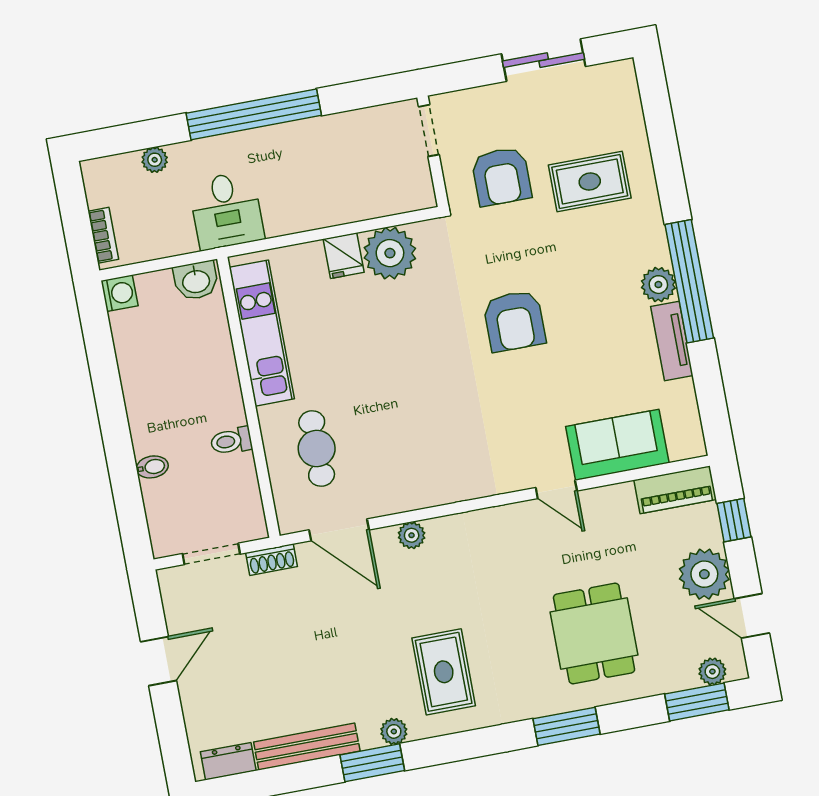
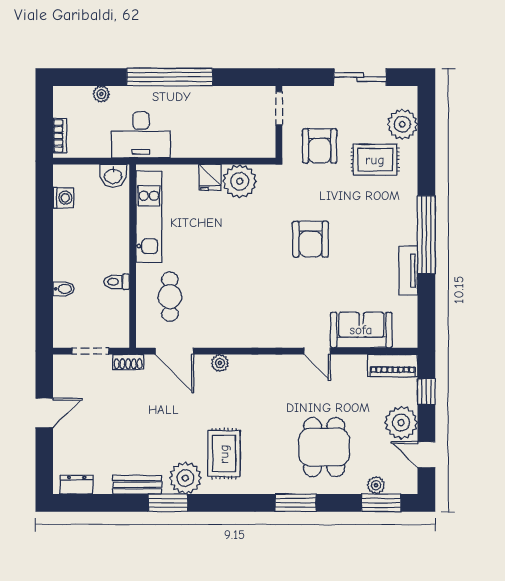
desk: (226, 210) -> (141, 135), width x1.37
plant: (658, 285) -> (402, 124), moved, width x1.36, depth x1.36
washing machine: (120, 293) -> (63, 198), moved
plant: (712, 671) -> (376, 485), moved
plant: (394, 731) -> (185, 478), width x1.88, depth x1.88
bench: (307, 747) -> (137, 485), width x0.73

